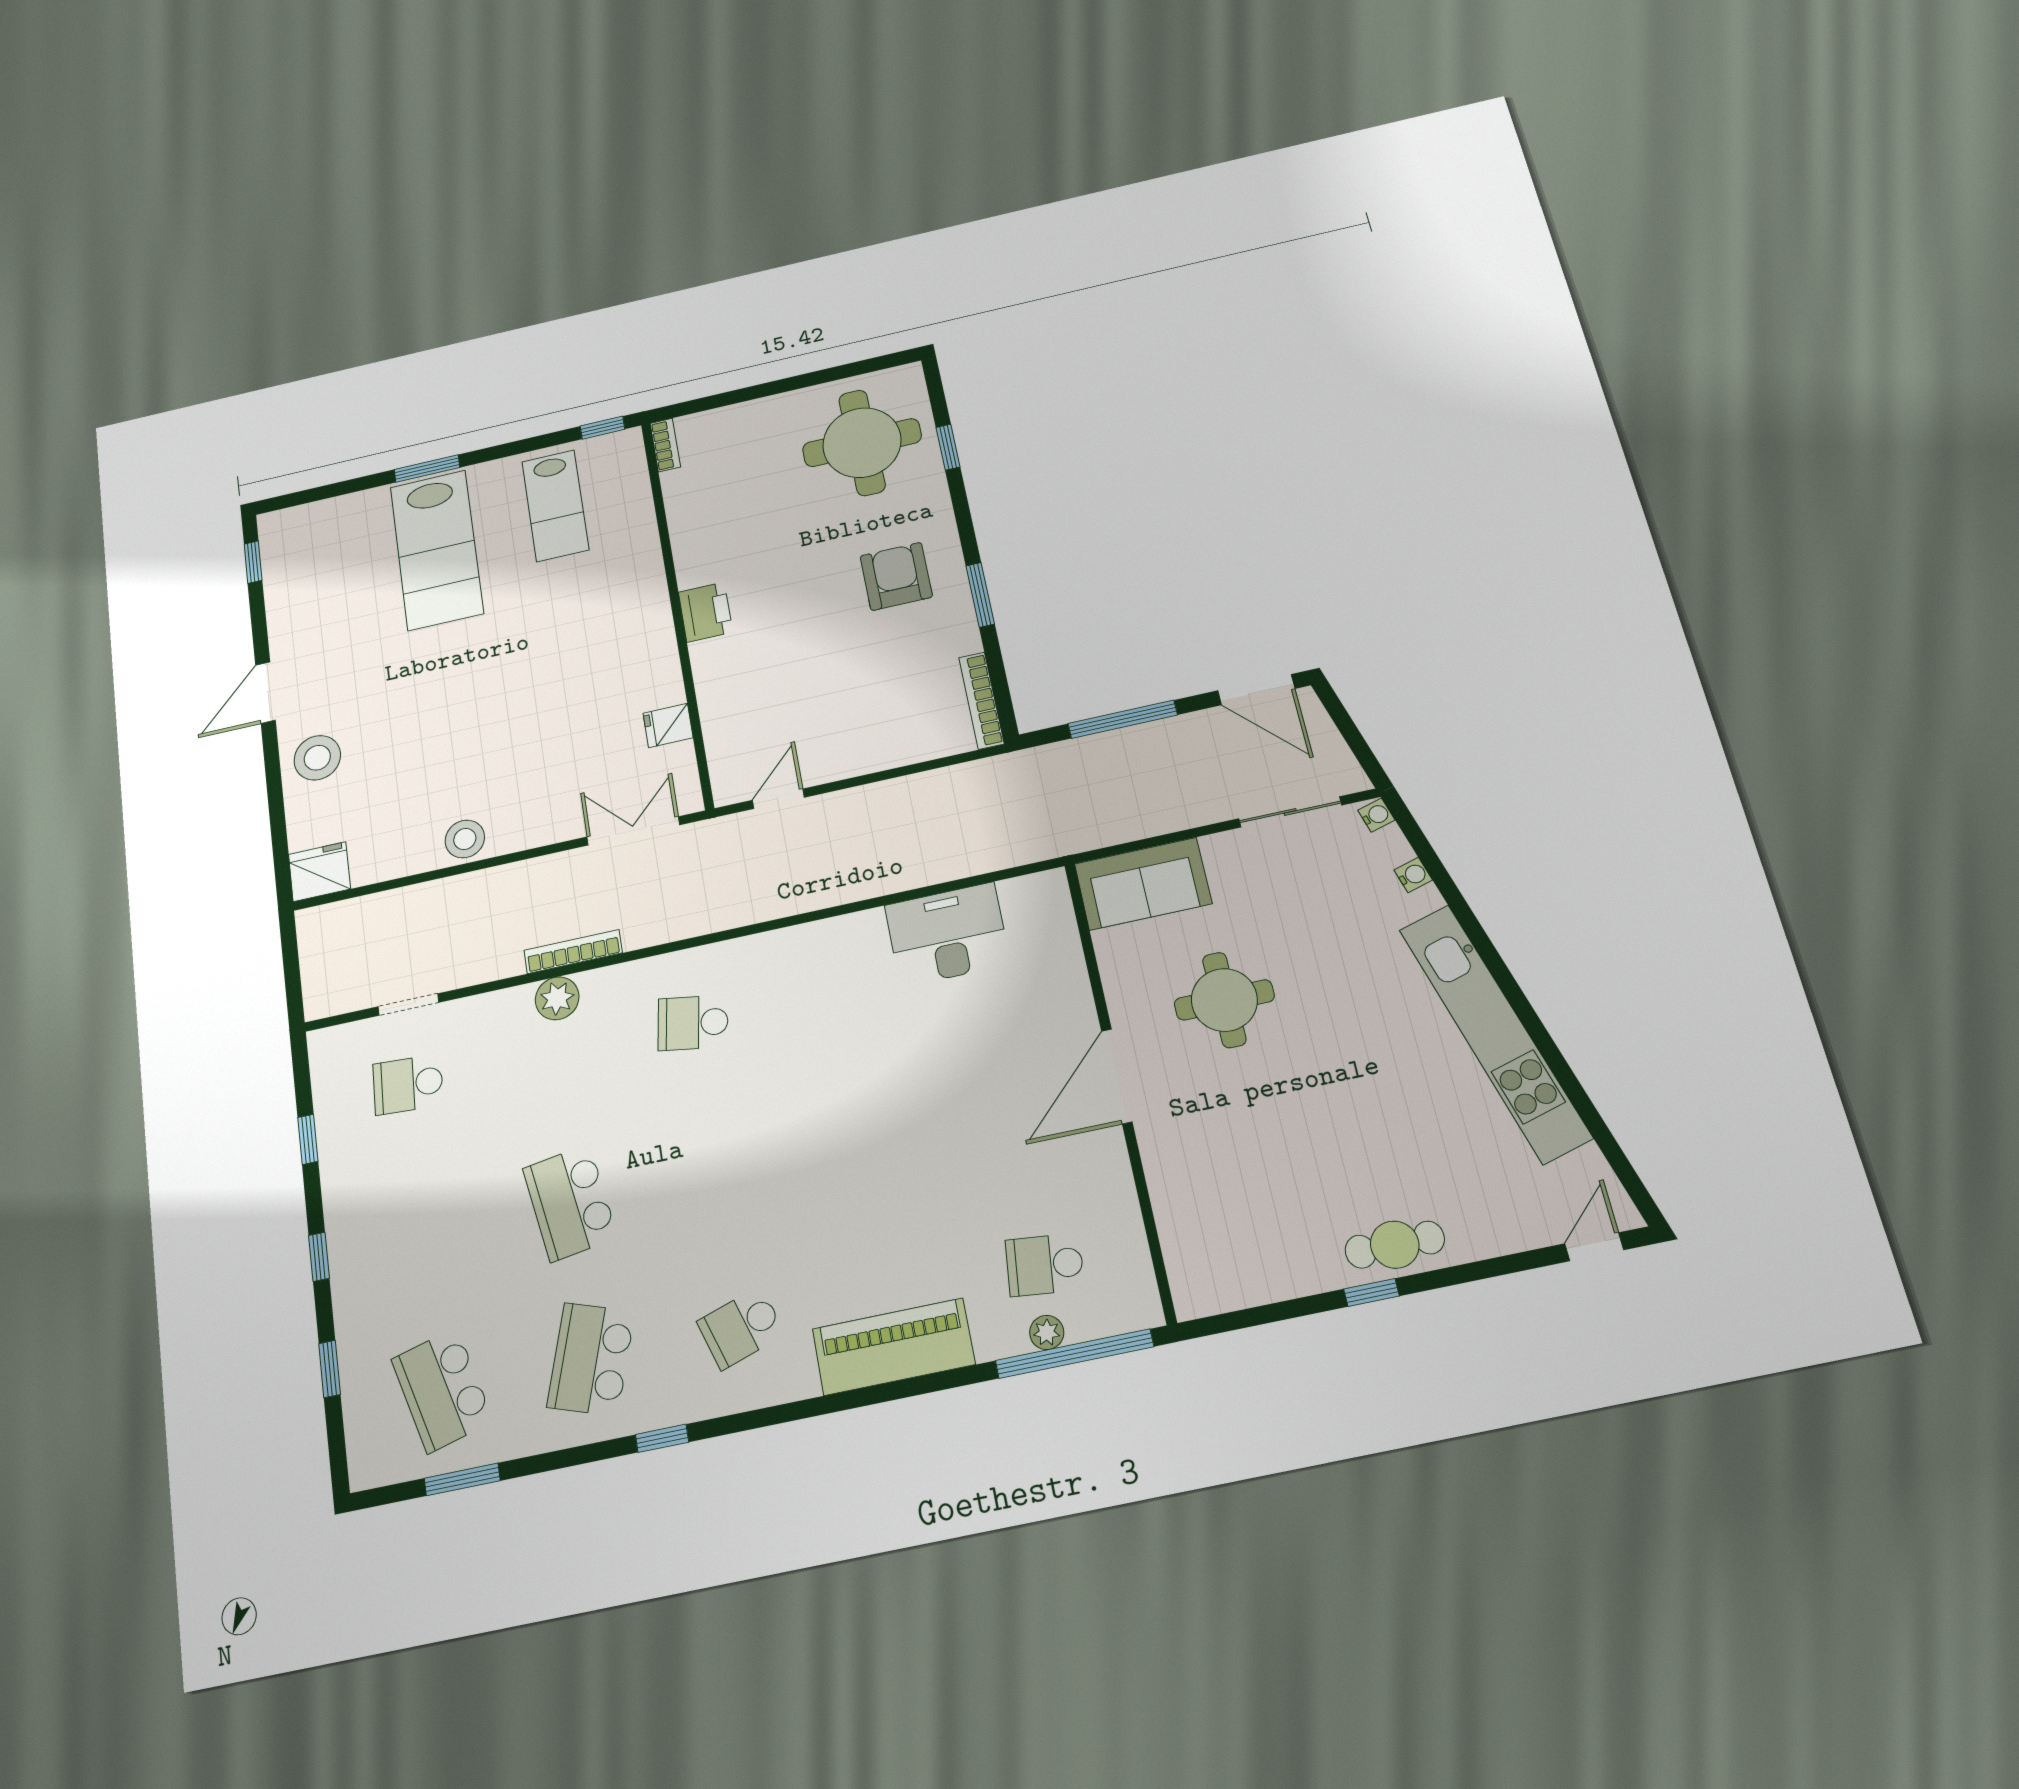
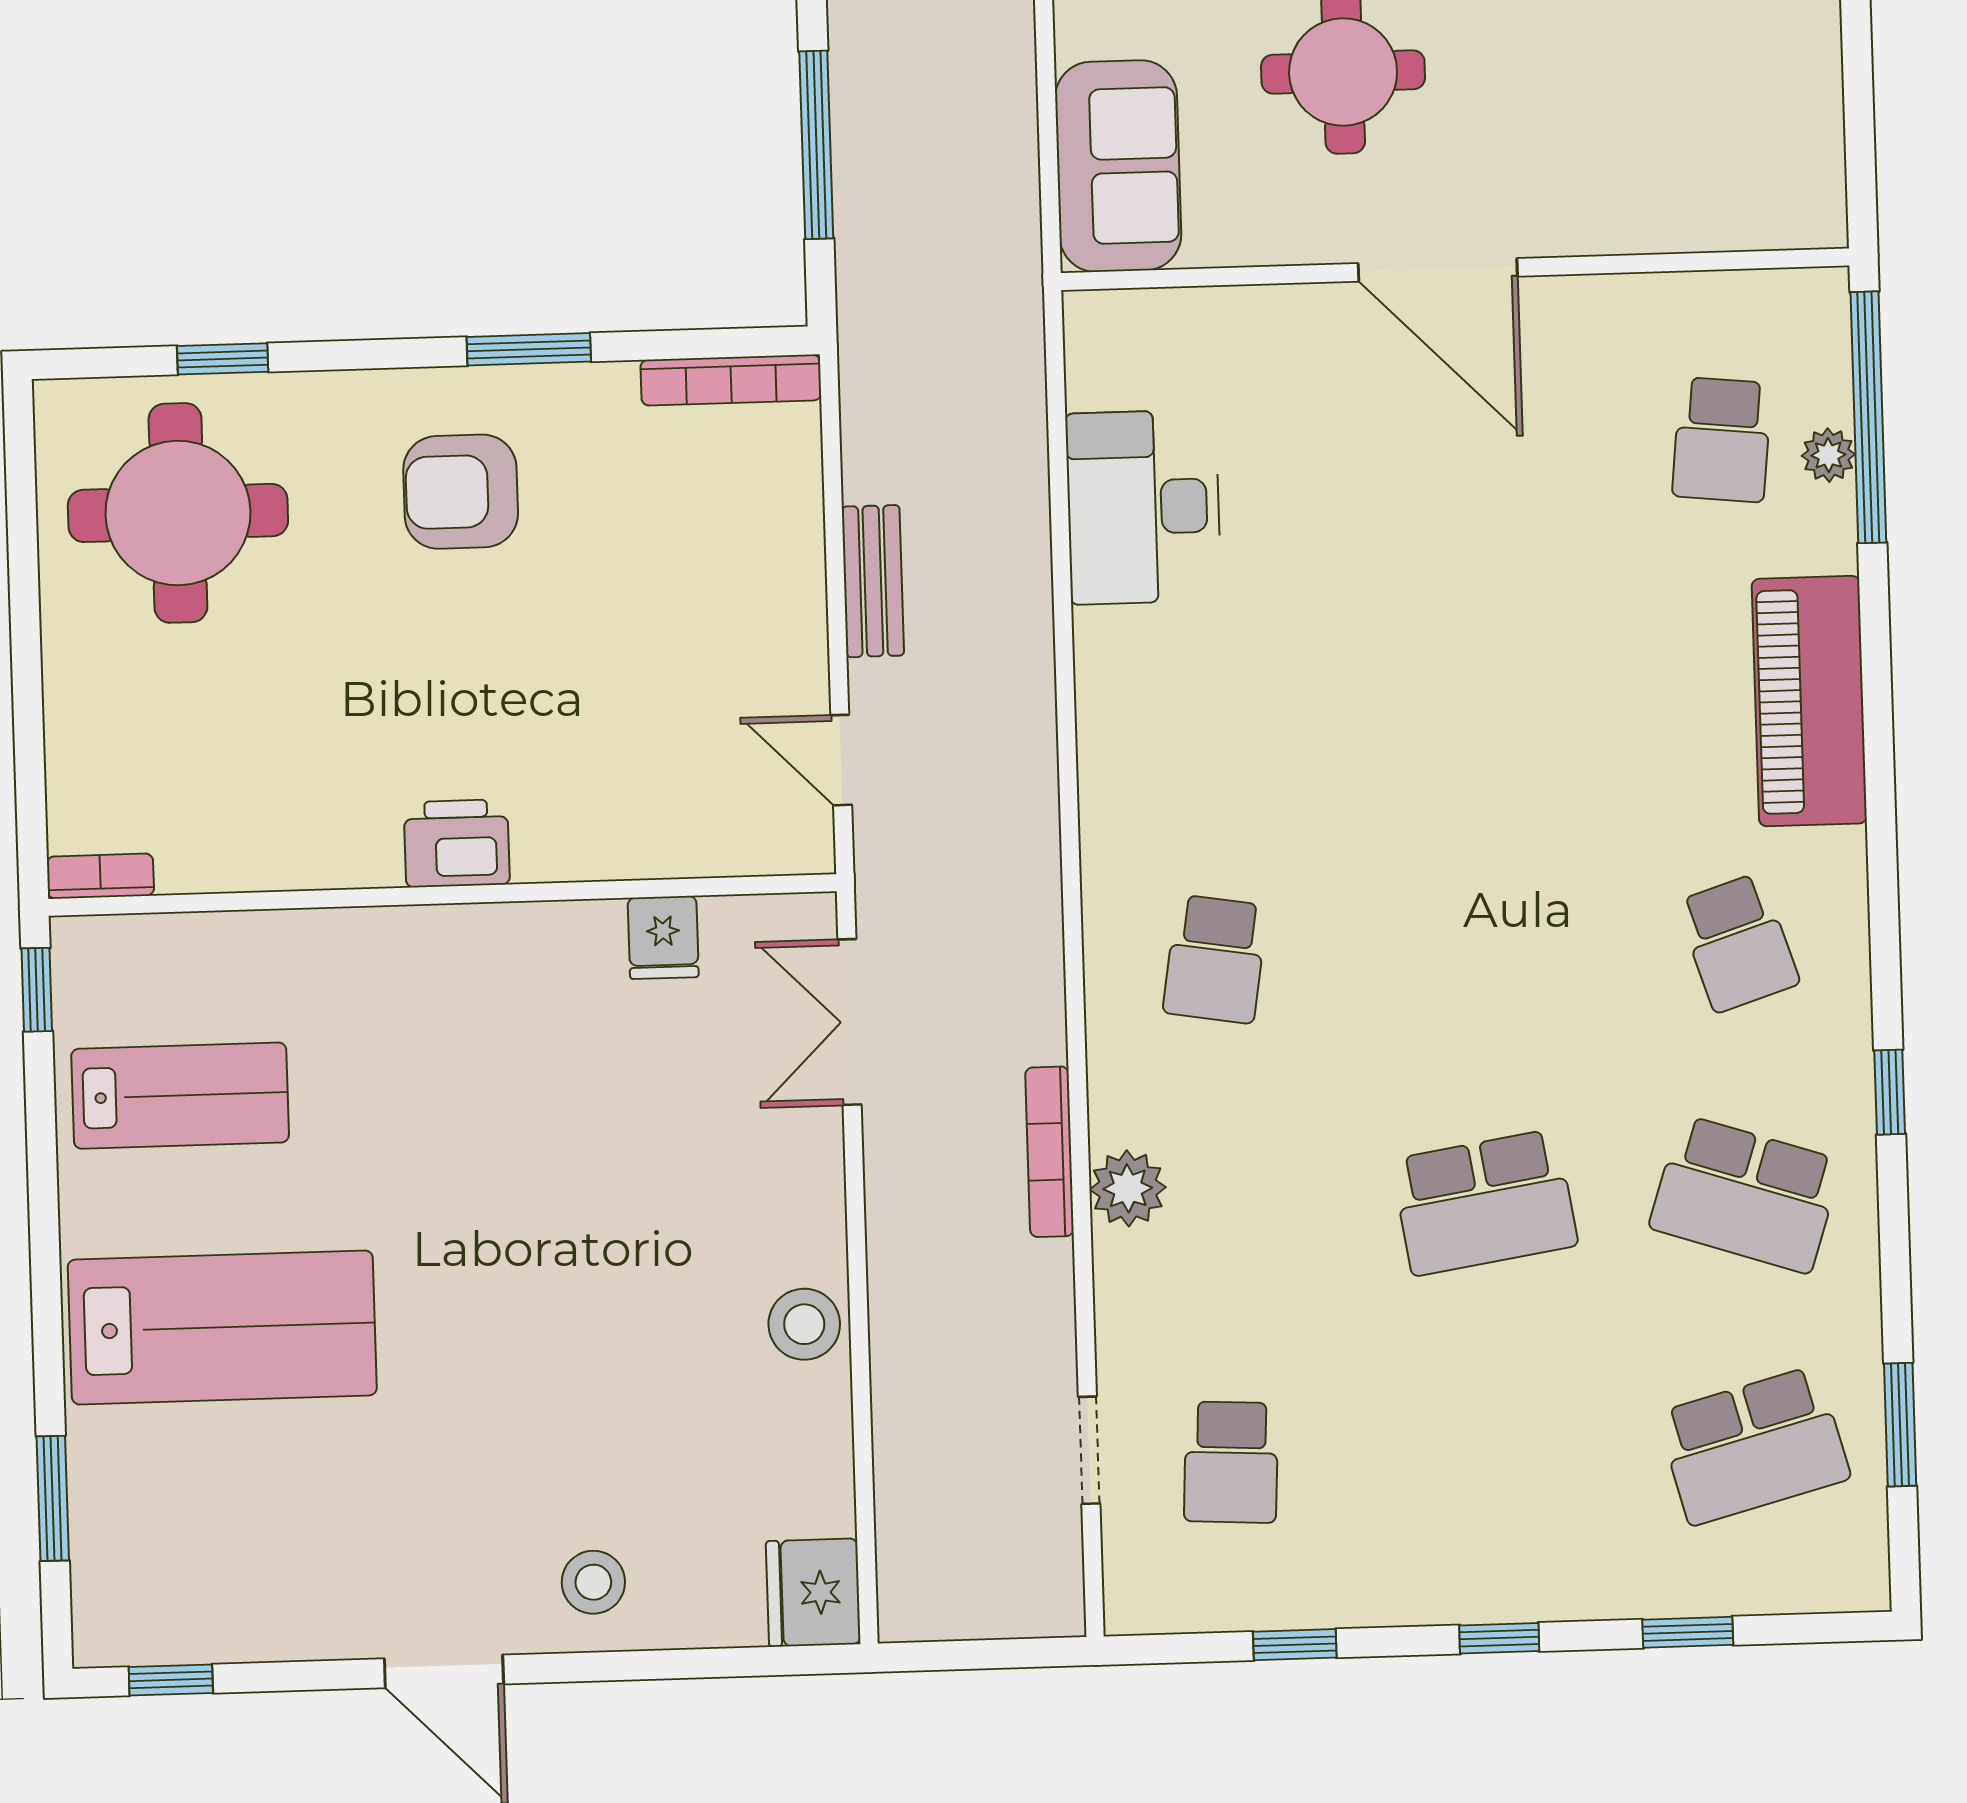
window: (427, 468) -> (53, 1498), moved
stool: (317, 758) -> (593, 1582), width x0.73, depth x0.73
bench: (881, 796) -> (873, 581), added

